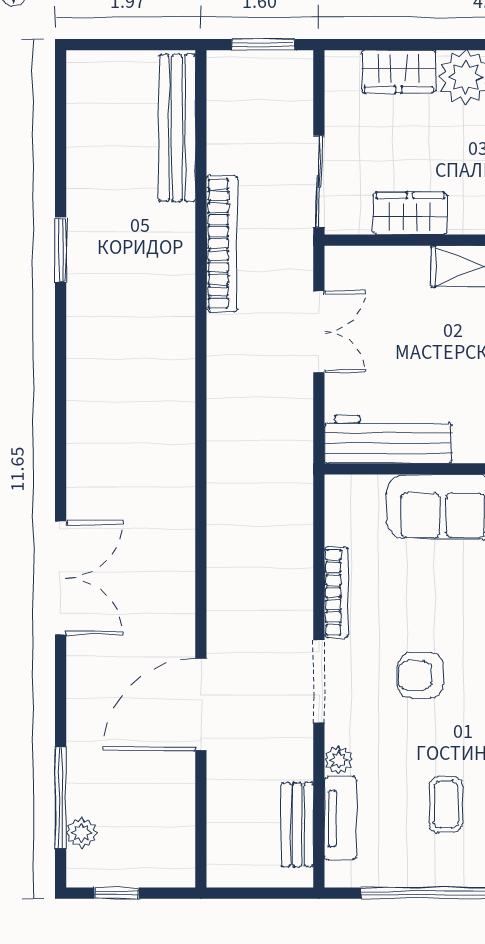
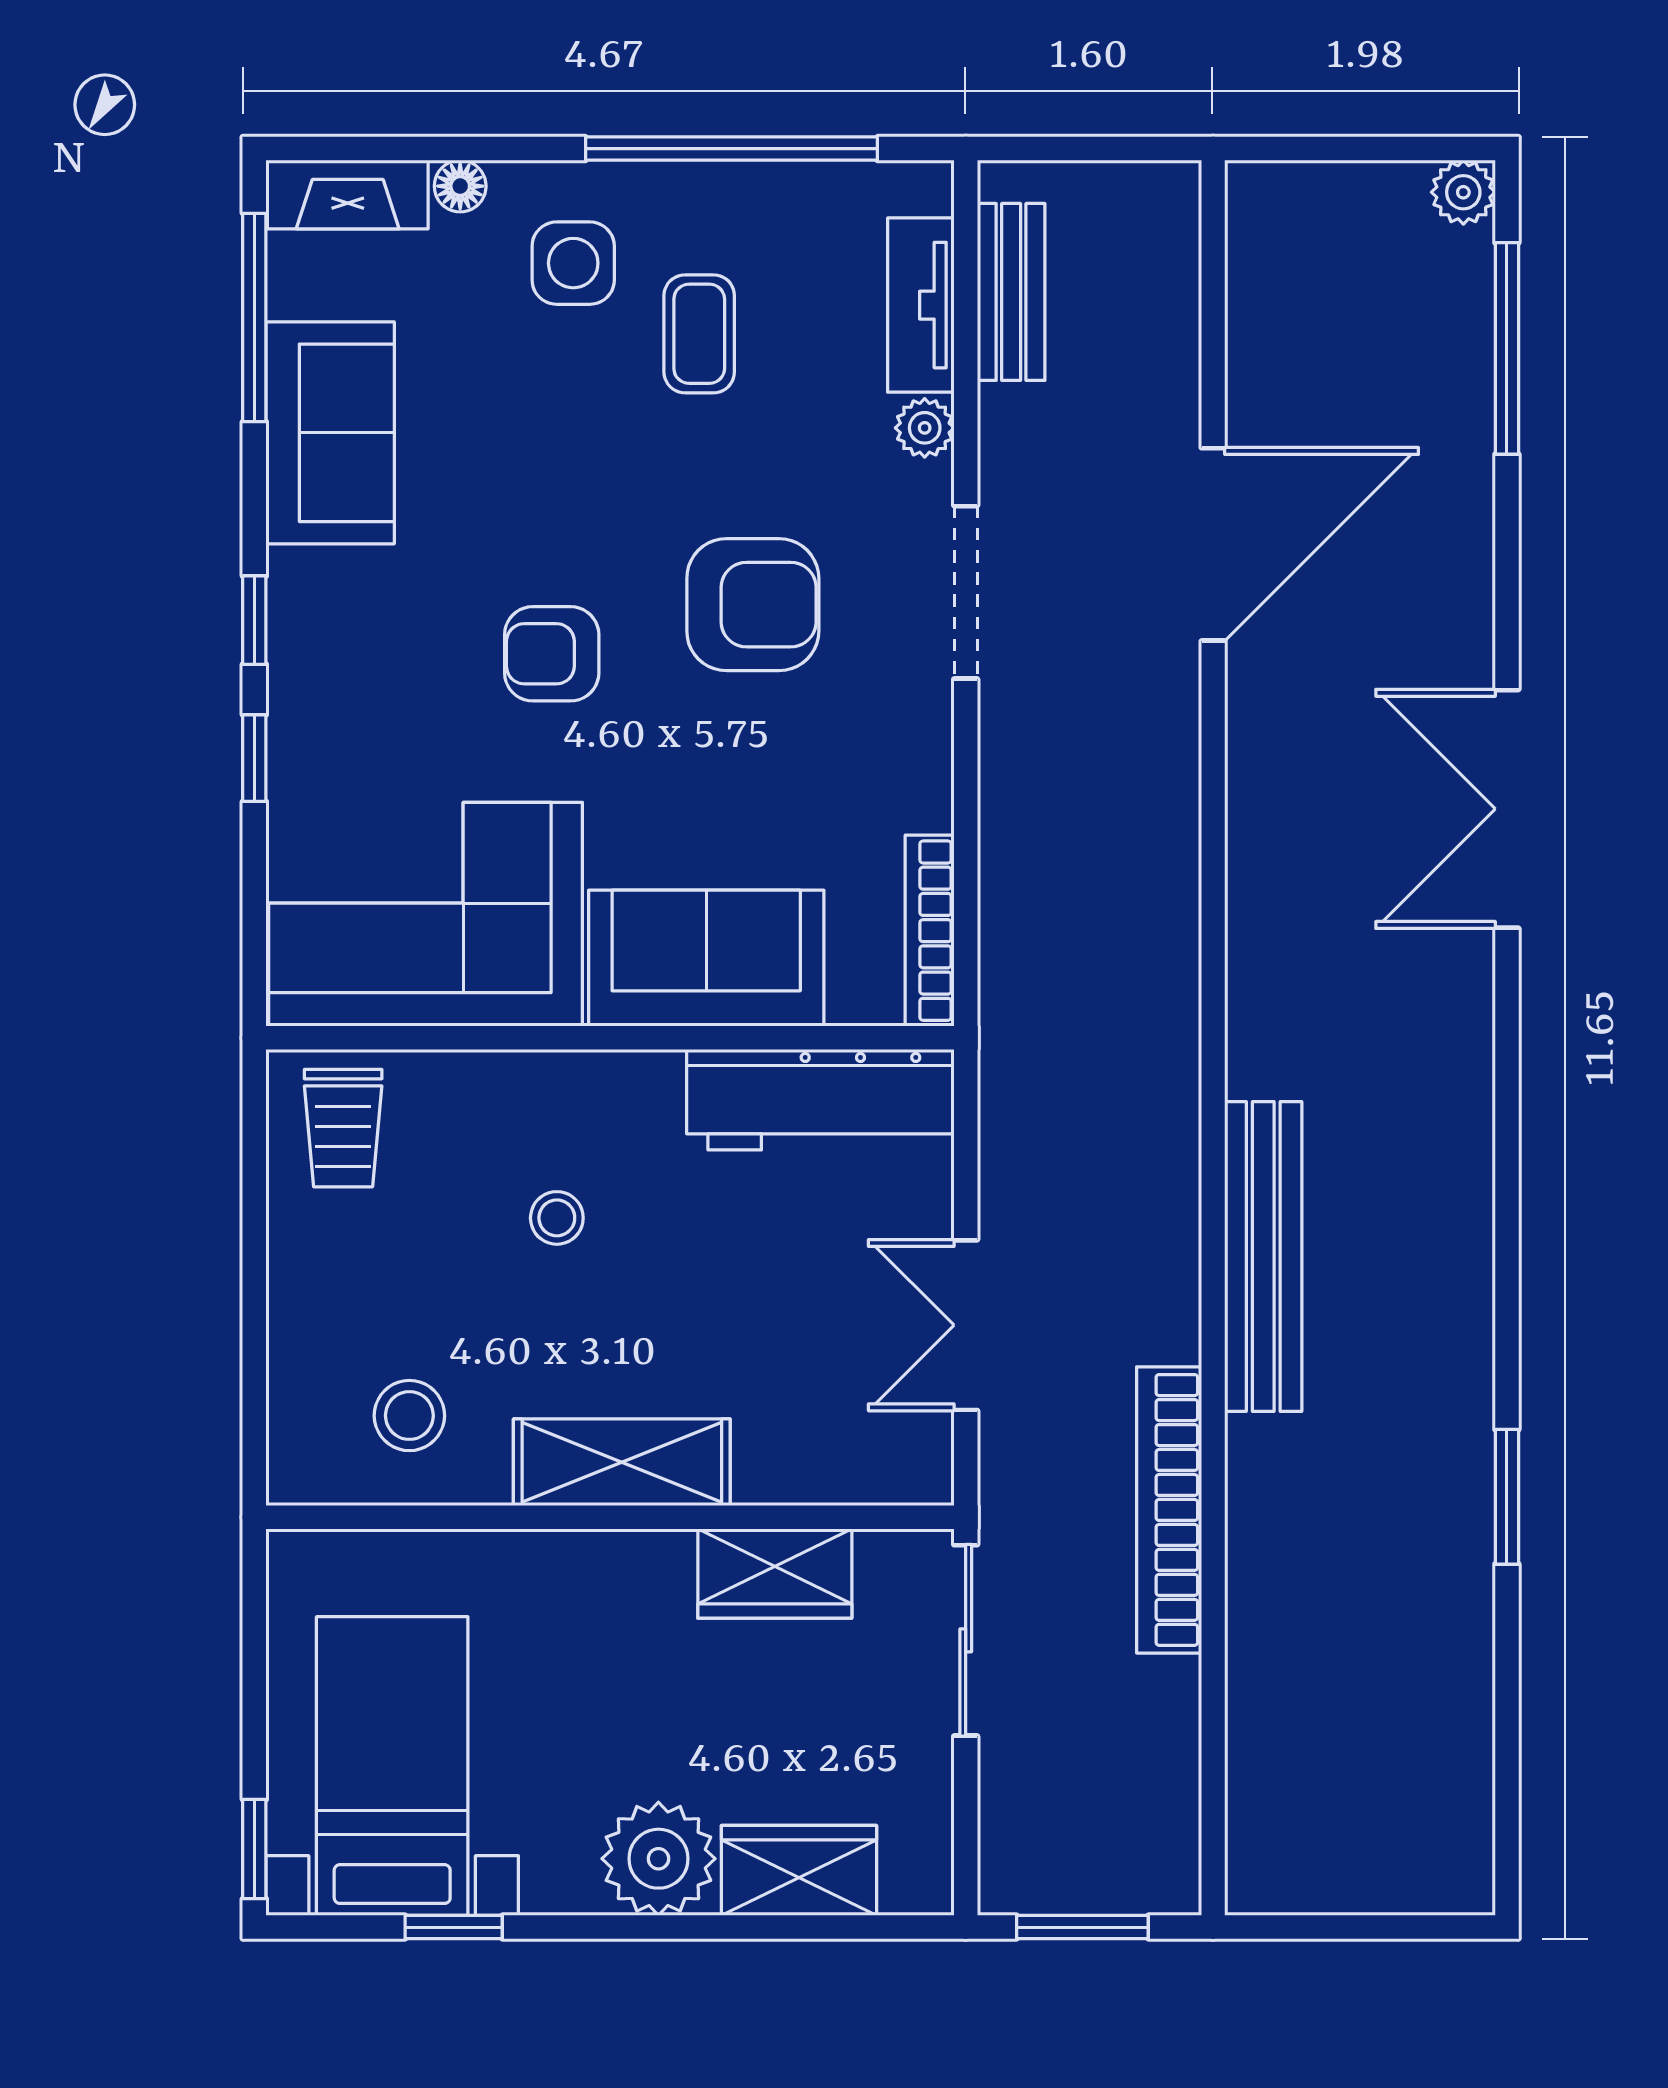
bench: (177, 128) -> (1263, 1257), moved
bookcase: (336, 592) -> (930, 931), moved
armchair: (421, 675) -> (753, 605), width x1.38, depth x1.38
plant: (82, 833) -> (1463, 192), moved
window: (117, 893) -> (1390, 149), removed

